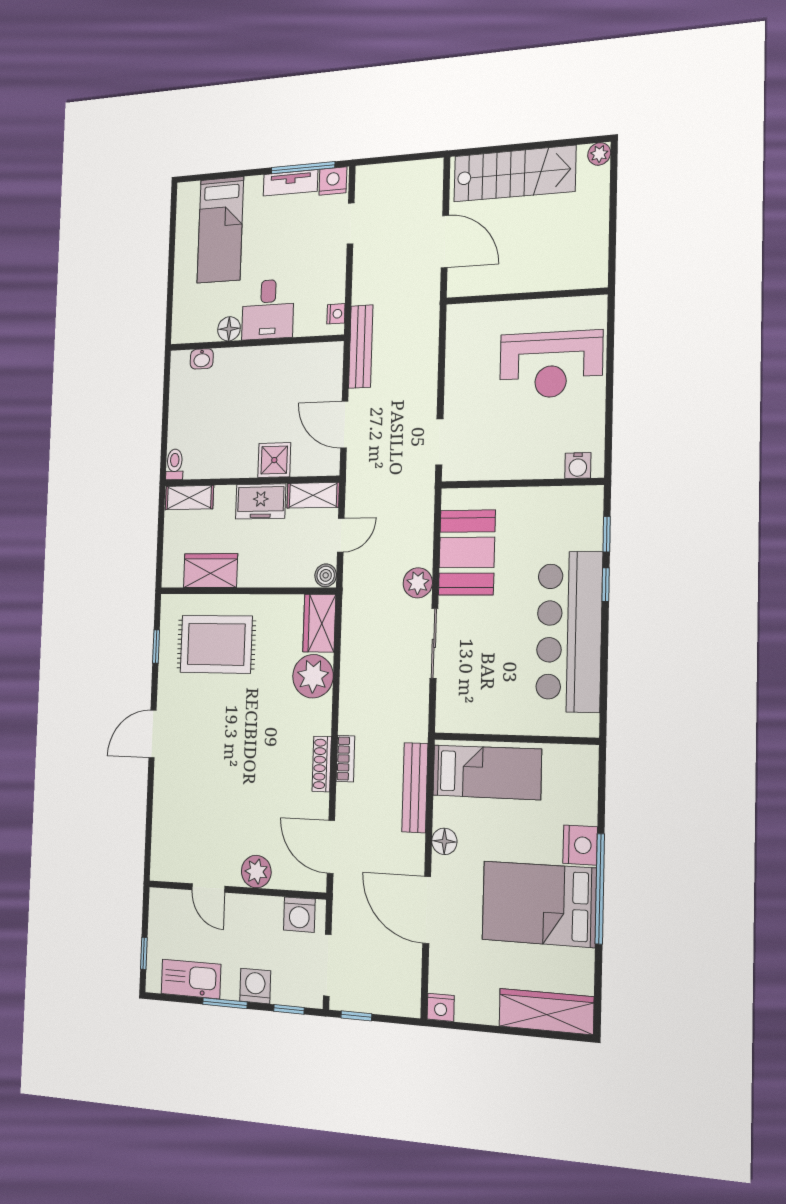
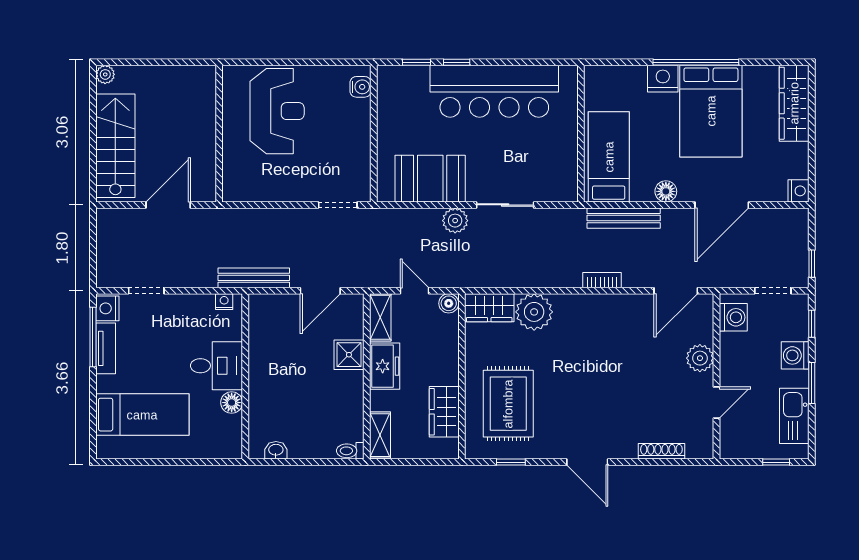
washbasin: (202, 359) -> (276, 450), moved, turned -90
shoe rack: (322, 764) -> (661, 451), moved, turned 180
doorway: (327, 965) -> (773, 291), width x0.73

